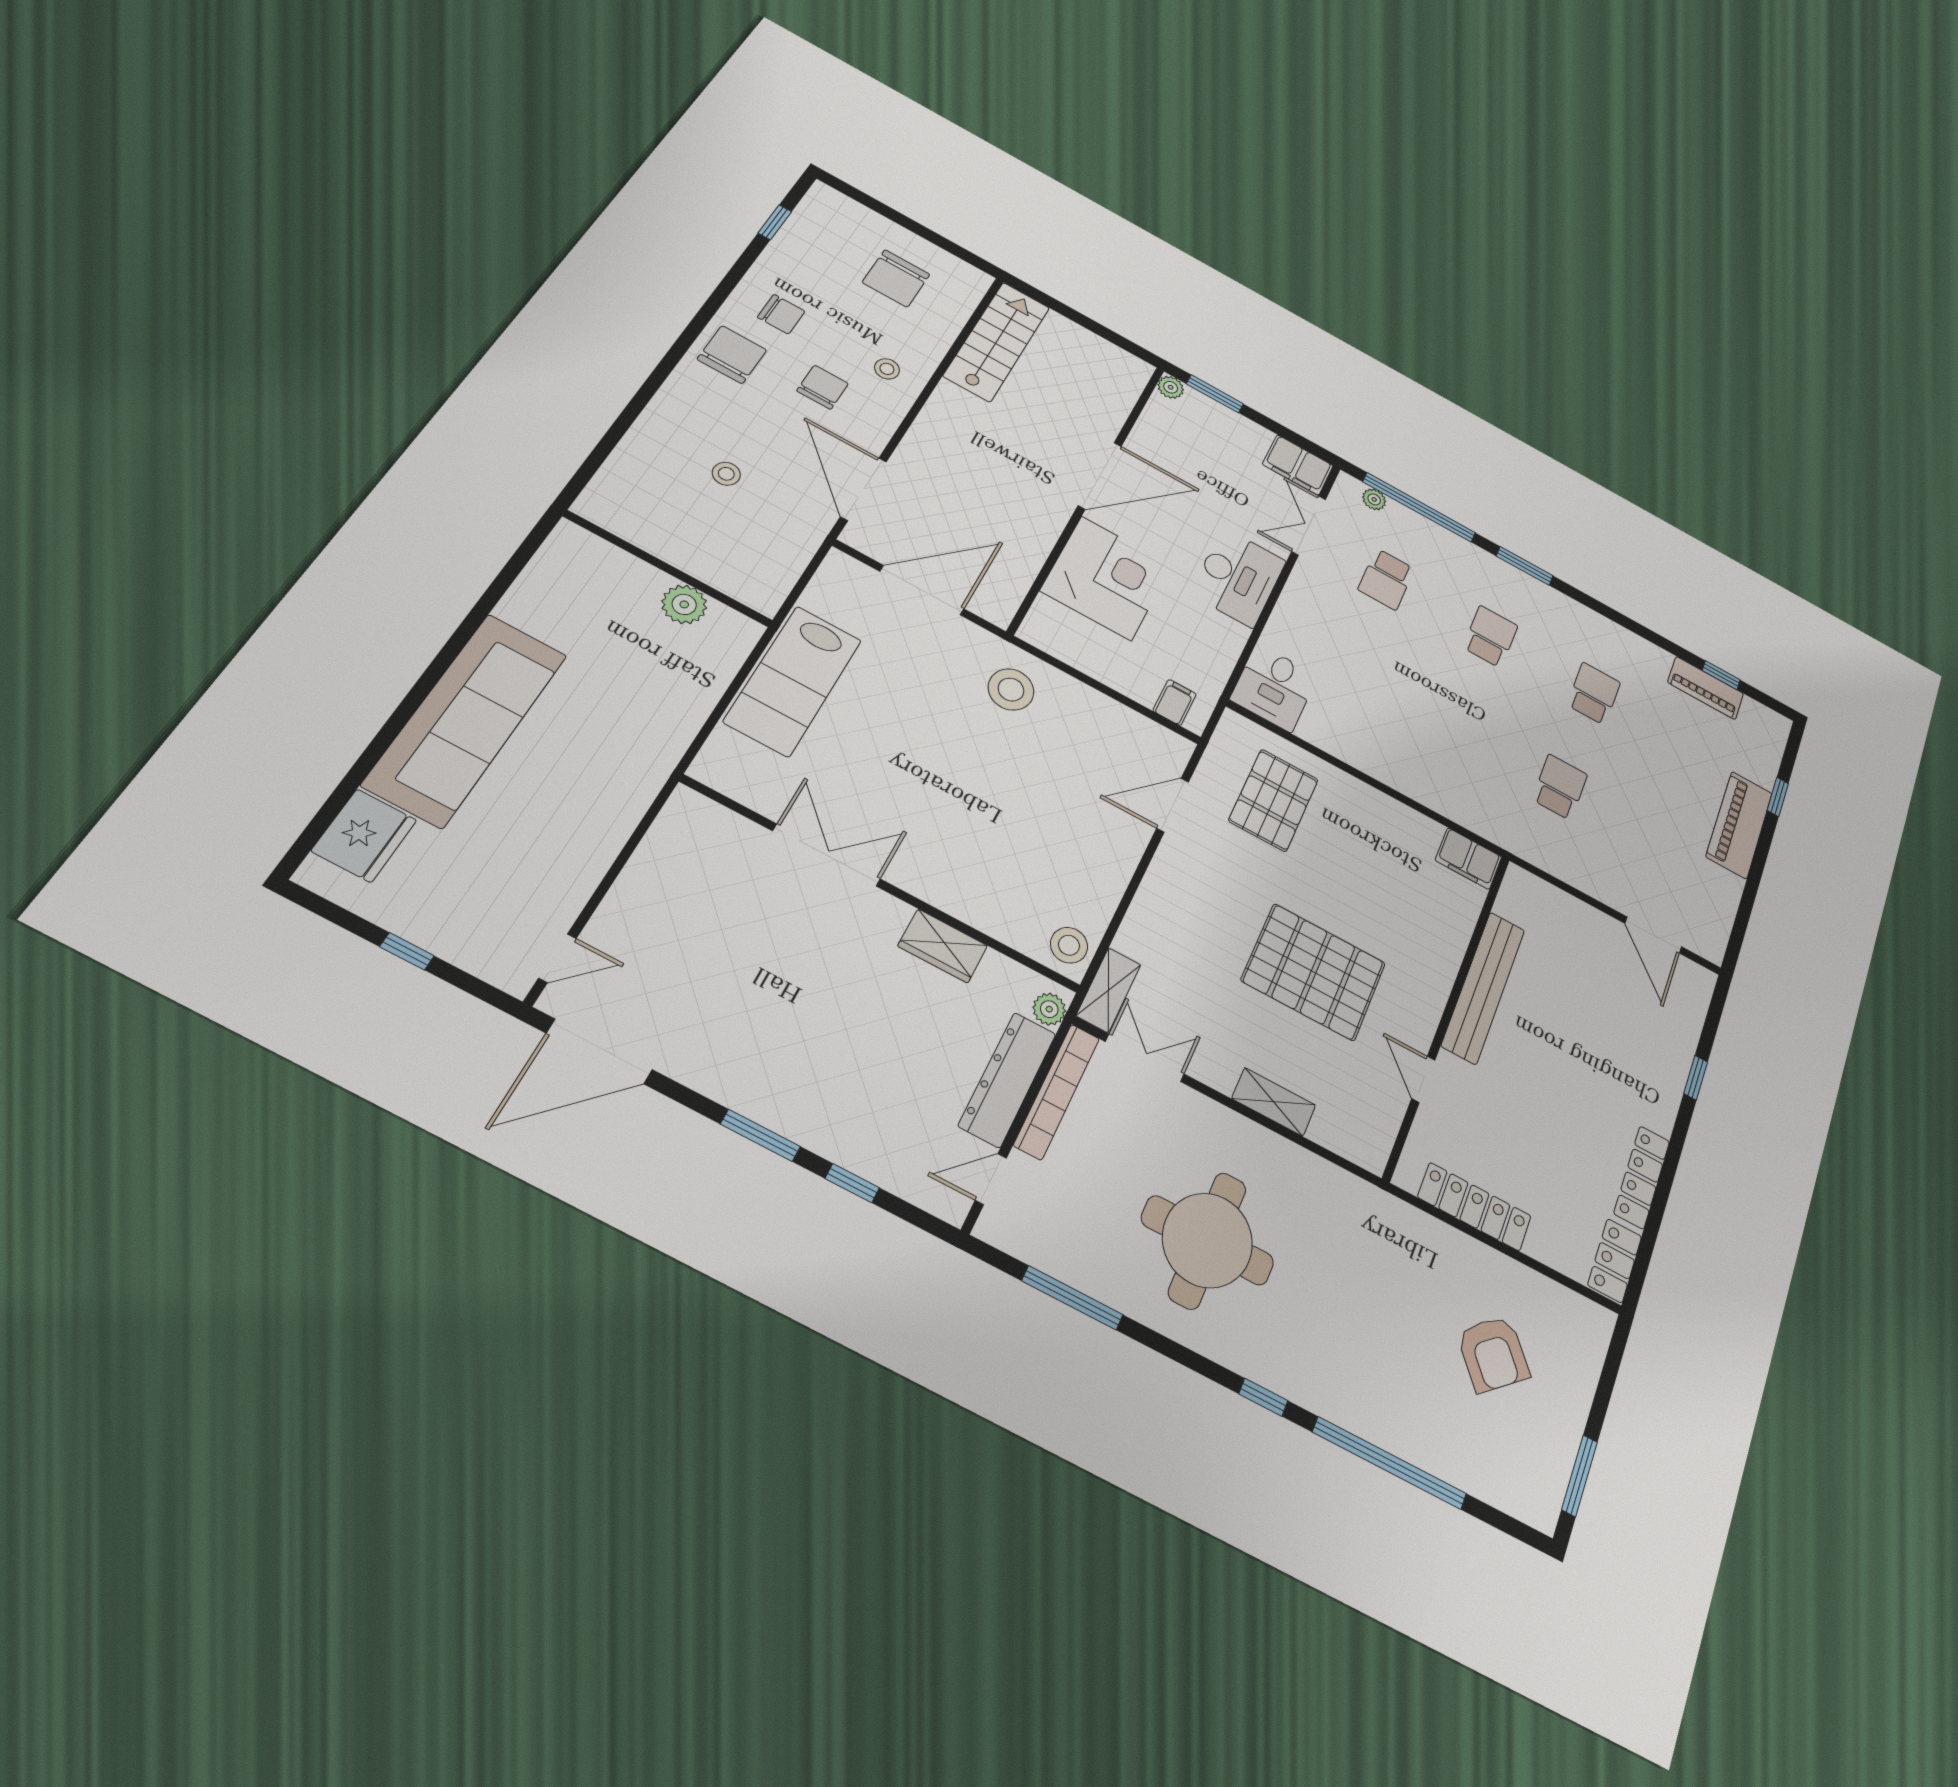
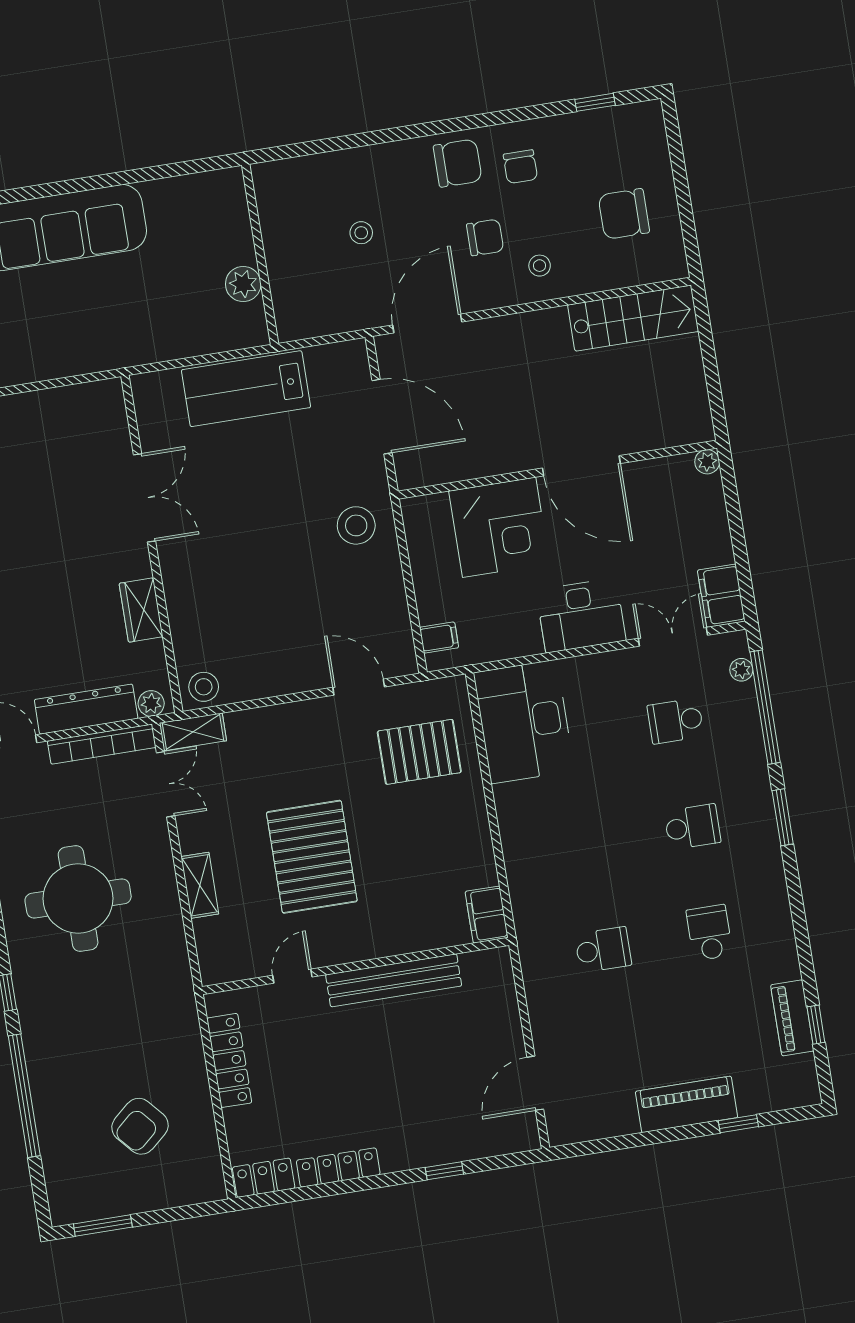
window: (1215, 394) -> (731, 496), removed
desk: (1274, 688) -> (524, 722), width x1.87, depth x1.30
school desk: (1594, 694) -> (709, 933), turned -90

